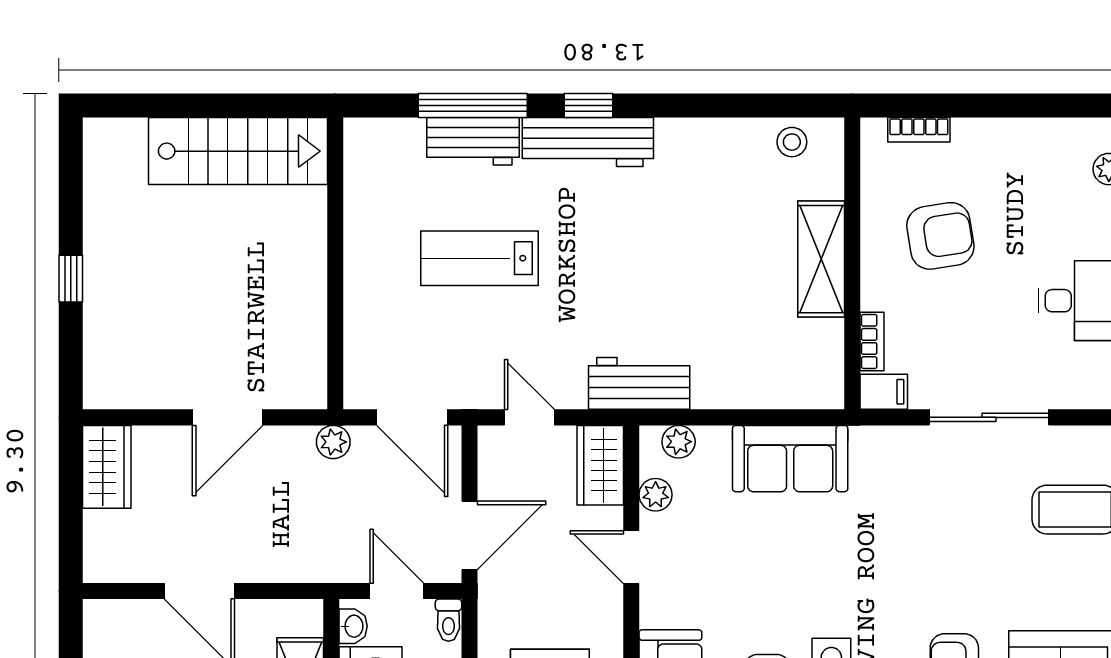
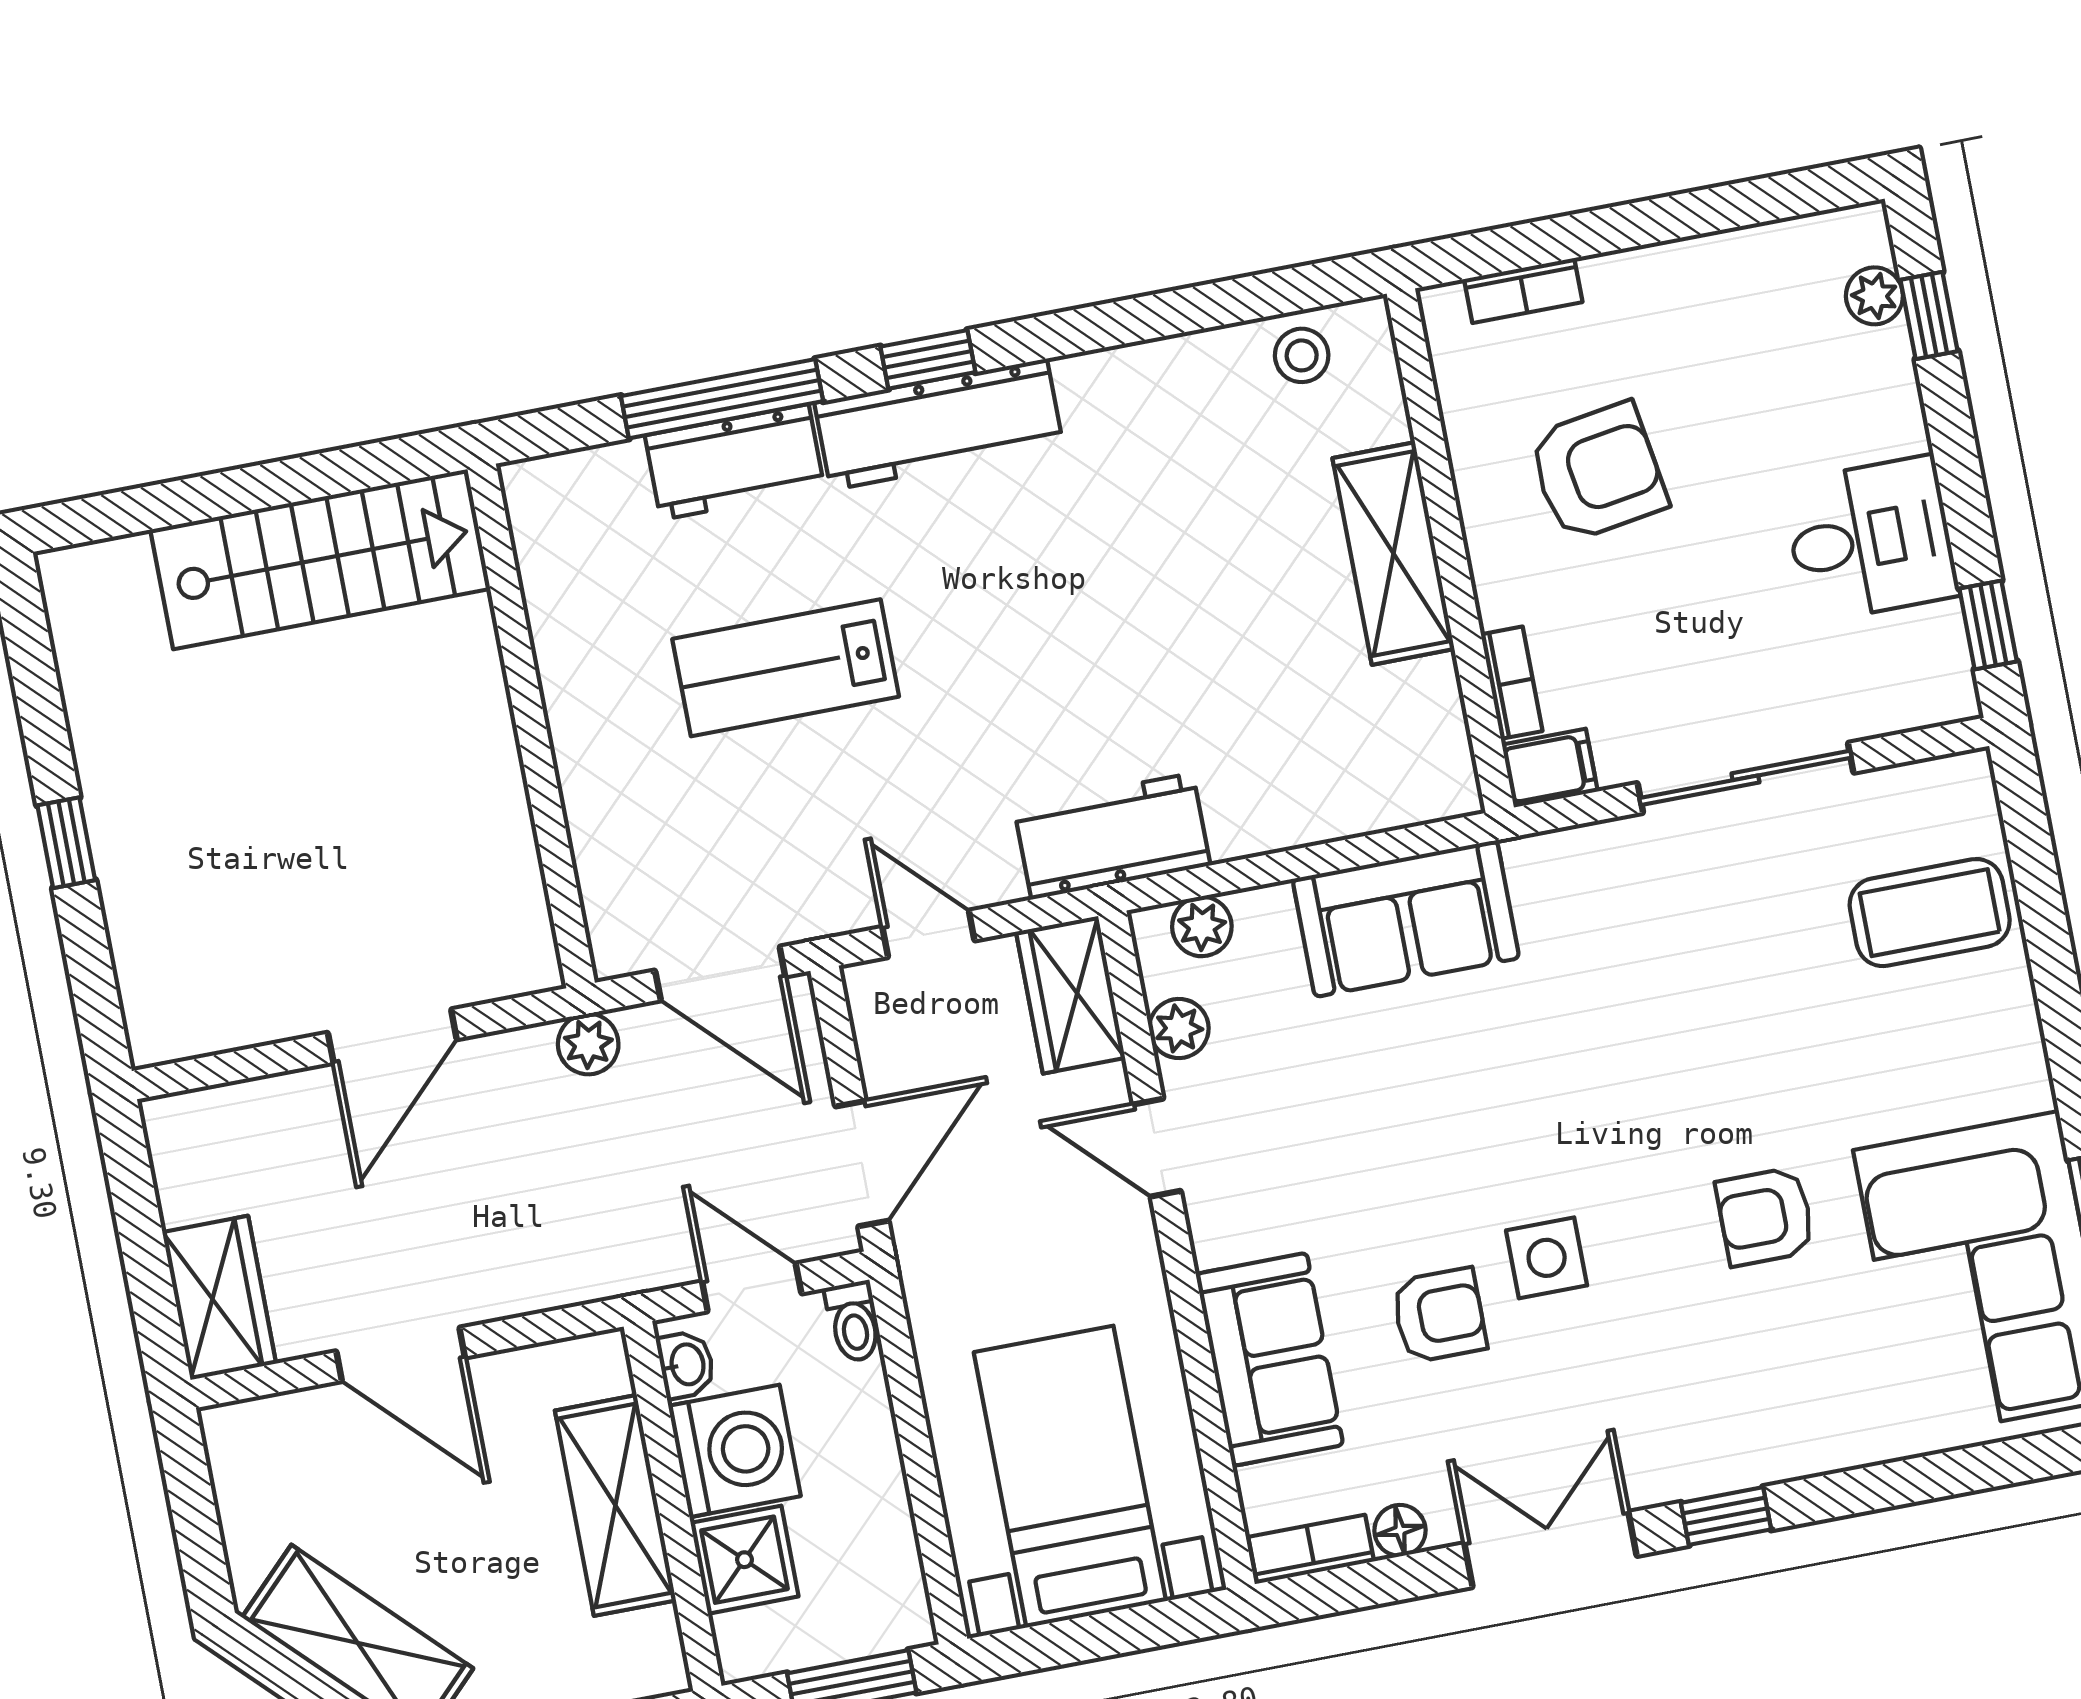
wardrobe: (107, 467) -> (219, 1298), moved

